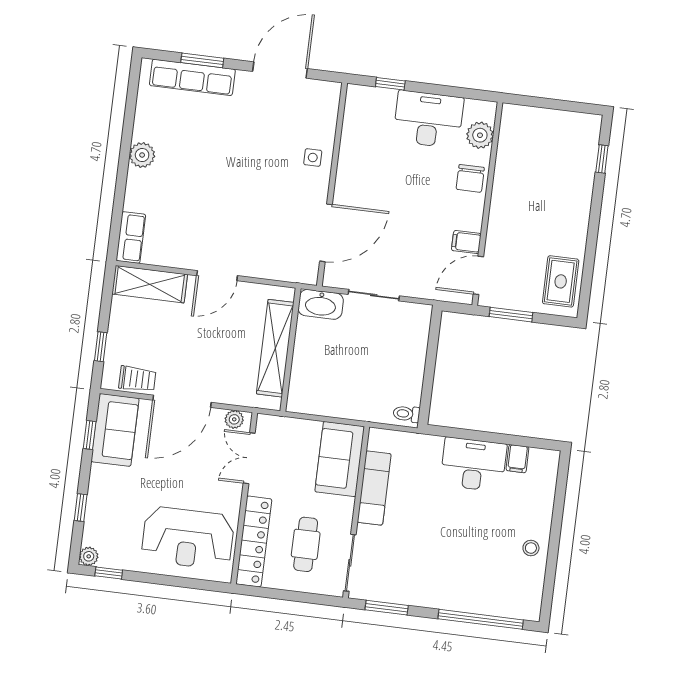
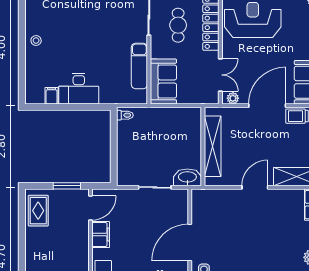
door: (326, 233) -> (190, 243), moved
filing cabinet: (466, 242) -> (101, 235), width x2.00

